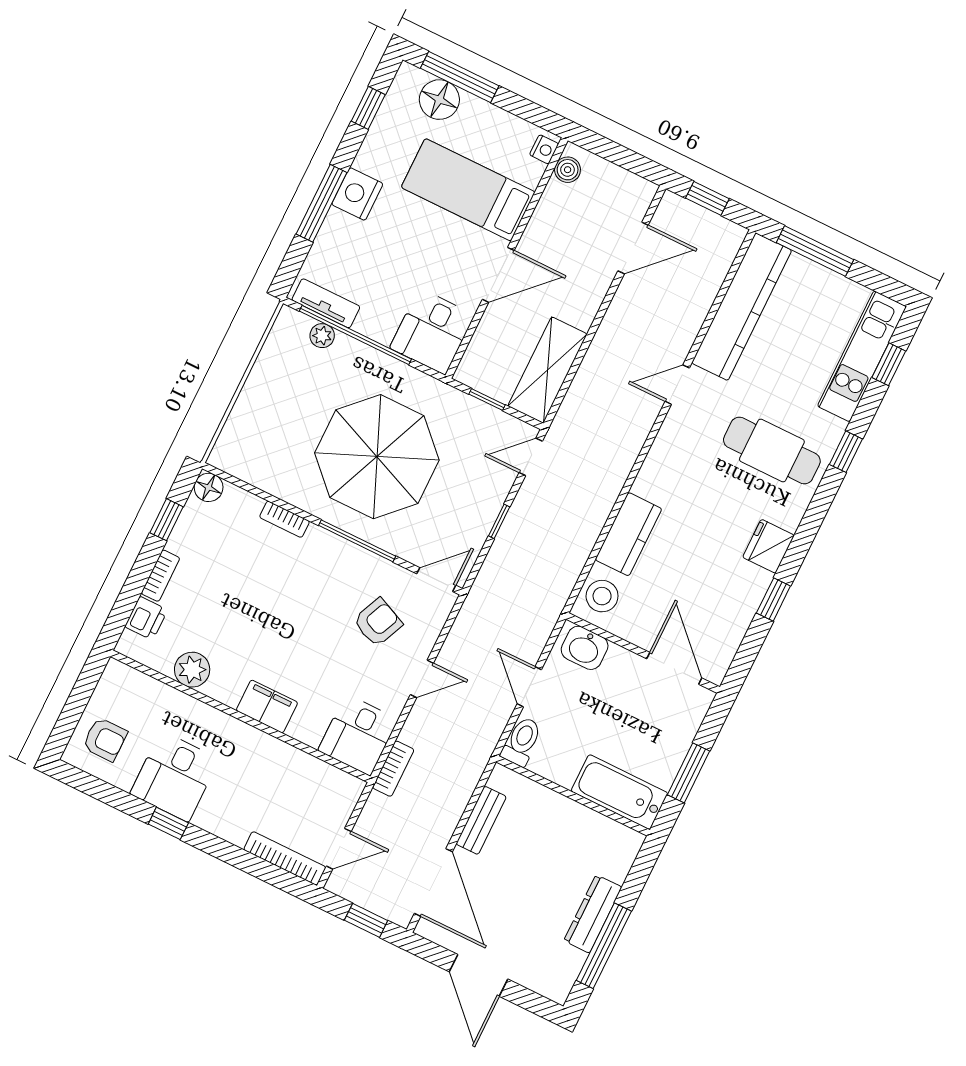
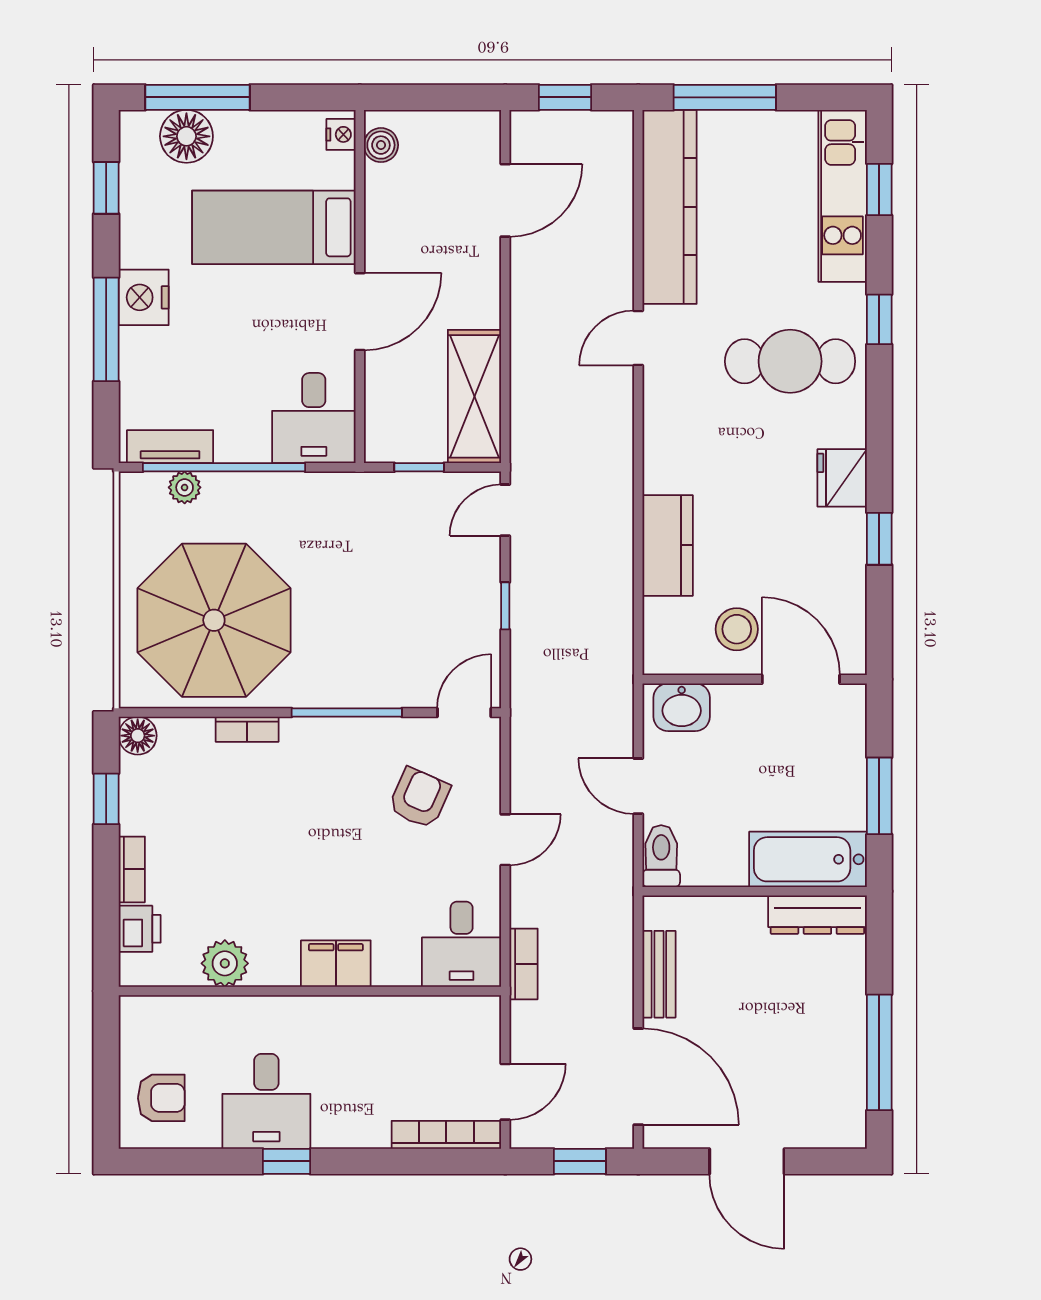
parasol: (377, 457) -> (214, 620), moved
stool: (602, 596) -> (737, 629), moved
dresser: (593, 914) -> (817, 915), moved, turned -90

